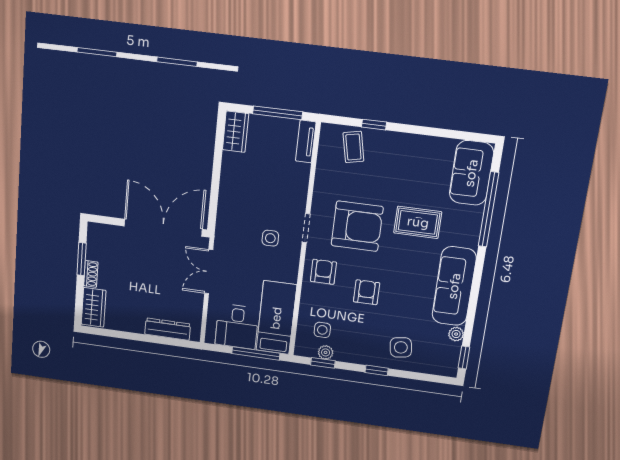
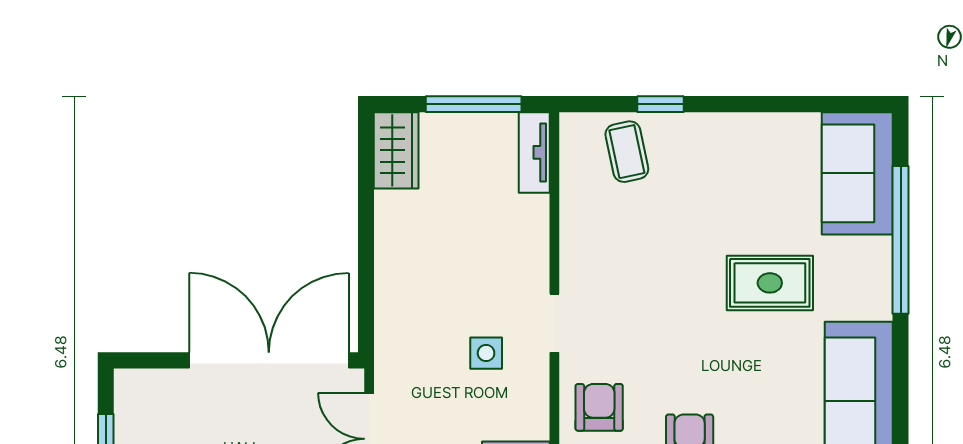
armchair: (357, 226) -> (654, 306), removed

